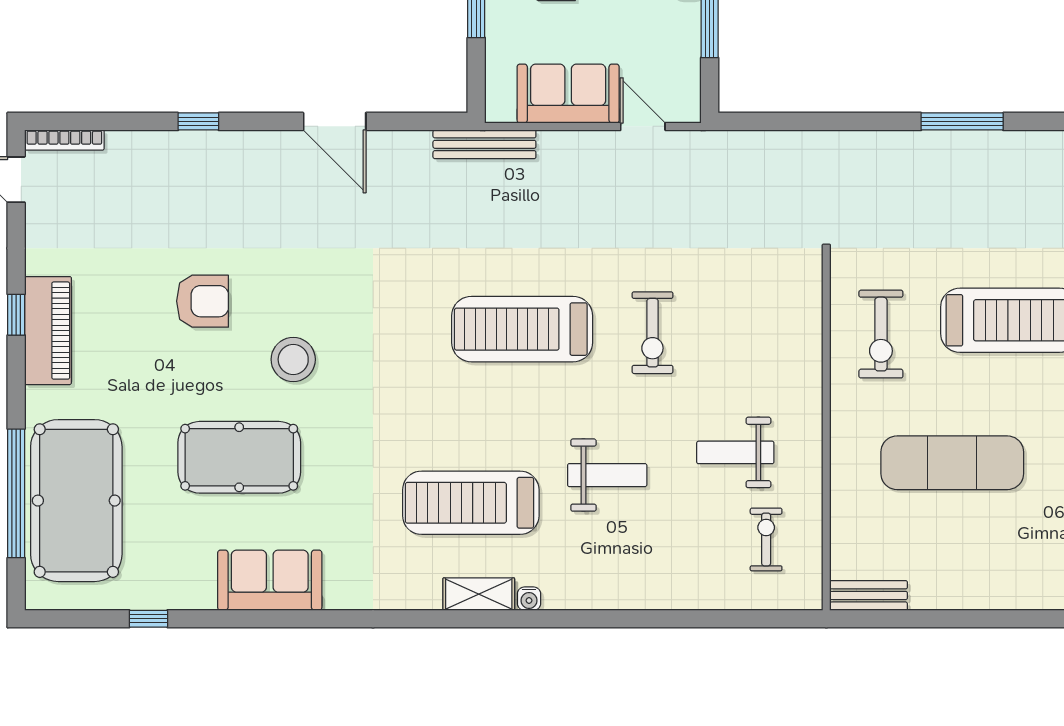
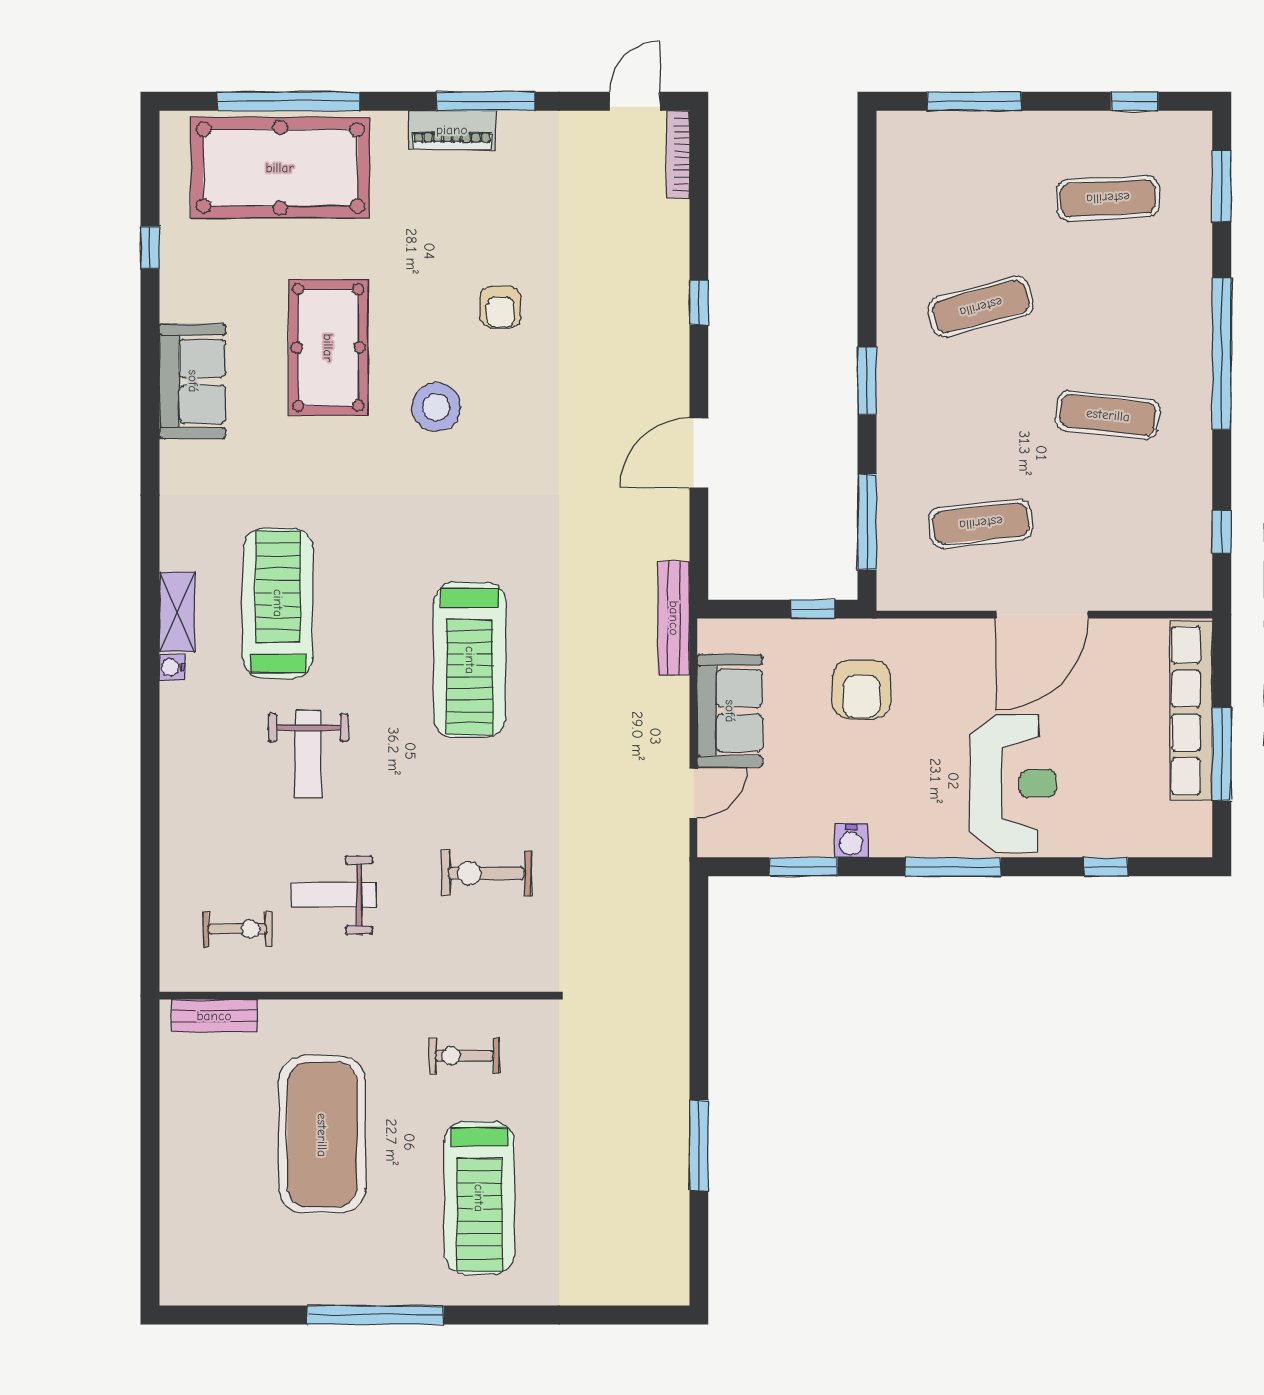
armchair: (202, 301) -> (500, 307), width x0.72, depth x0.72
window: (16, 315) -> (486, 101), width x2.17
treadmill: (522, 329) -> (470, 660), turned 180
piano: (48, 331) -> (452, 130), width x0.73, depth x0.75
exercise bike: (652, 333) -> (486, 873), moved
exercise bike: (881, 334) -> (464, 1056), width x0.73, depth x0.72
weight bench: (735, 452) -> (333, 895), turned -90
exercise mat: (952, 463) -> (322, 1135), width x1.47
bench: (869, 595) -> (214, 1016), moved, turned 90

